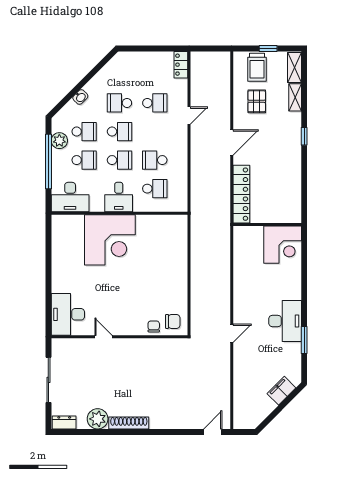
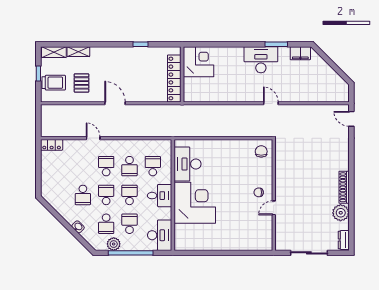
pallet: (257, 101) -> (82, 83), turned 90
school desk: (155, 103) -> (106, 166), moved
school desk: (84, 132) -> (106, 224), turned 180
window: (304, 136) -> (141, 44), moved
locker: (241, 194) -> (174, 78), moved, turned -90
desk: (68, 314) -> (187, 164), moved, turned 90
chair: (154, 326) -> (259, 192), moved
filing cabinet: (281, 391) -> (300, 53), moved, turned -45

